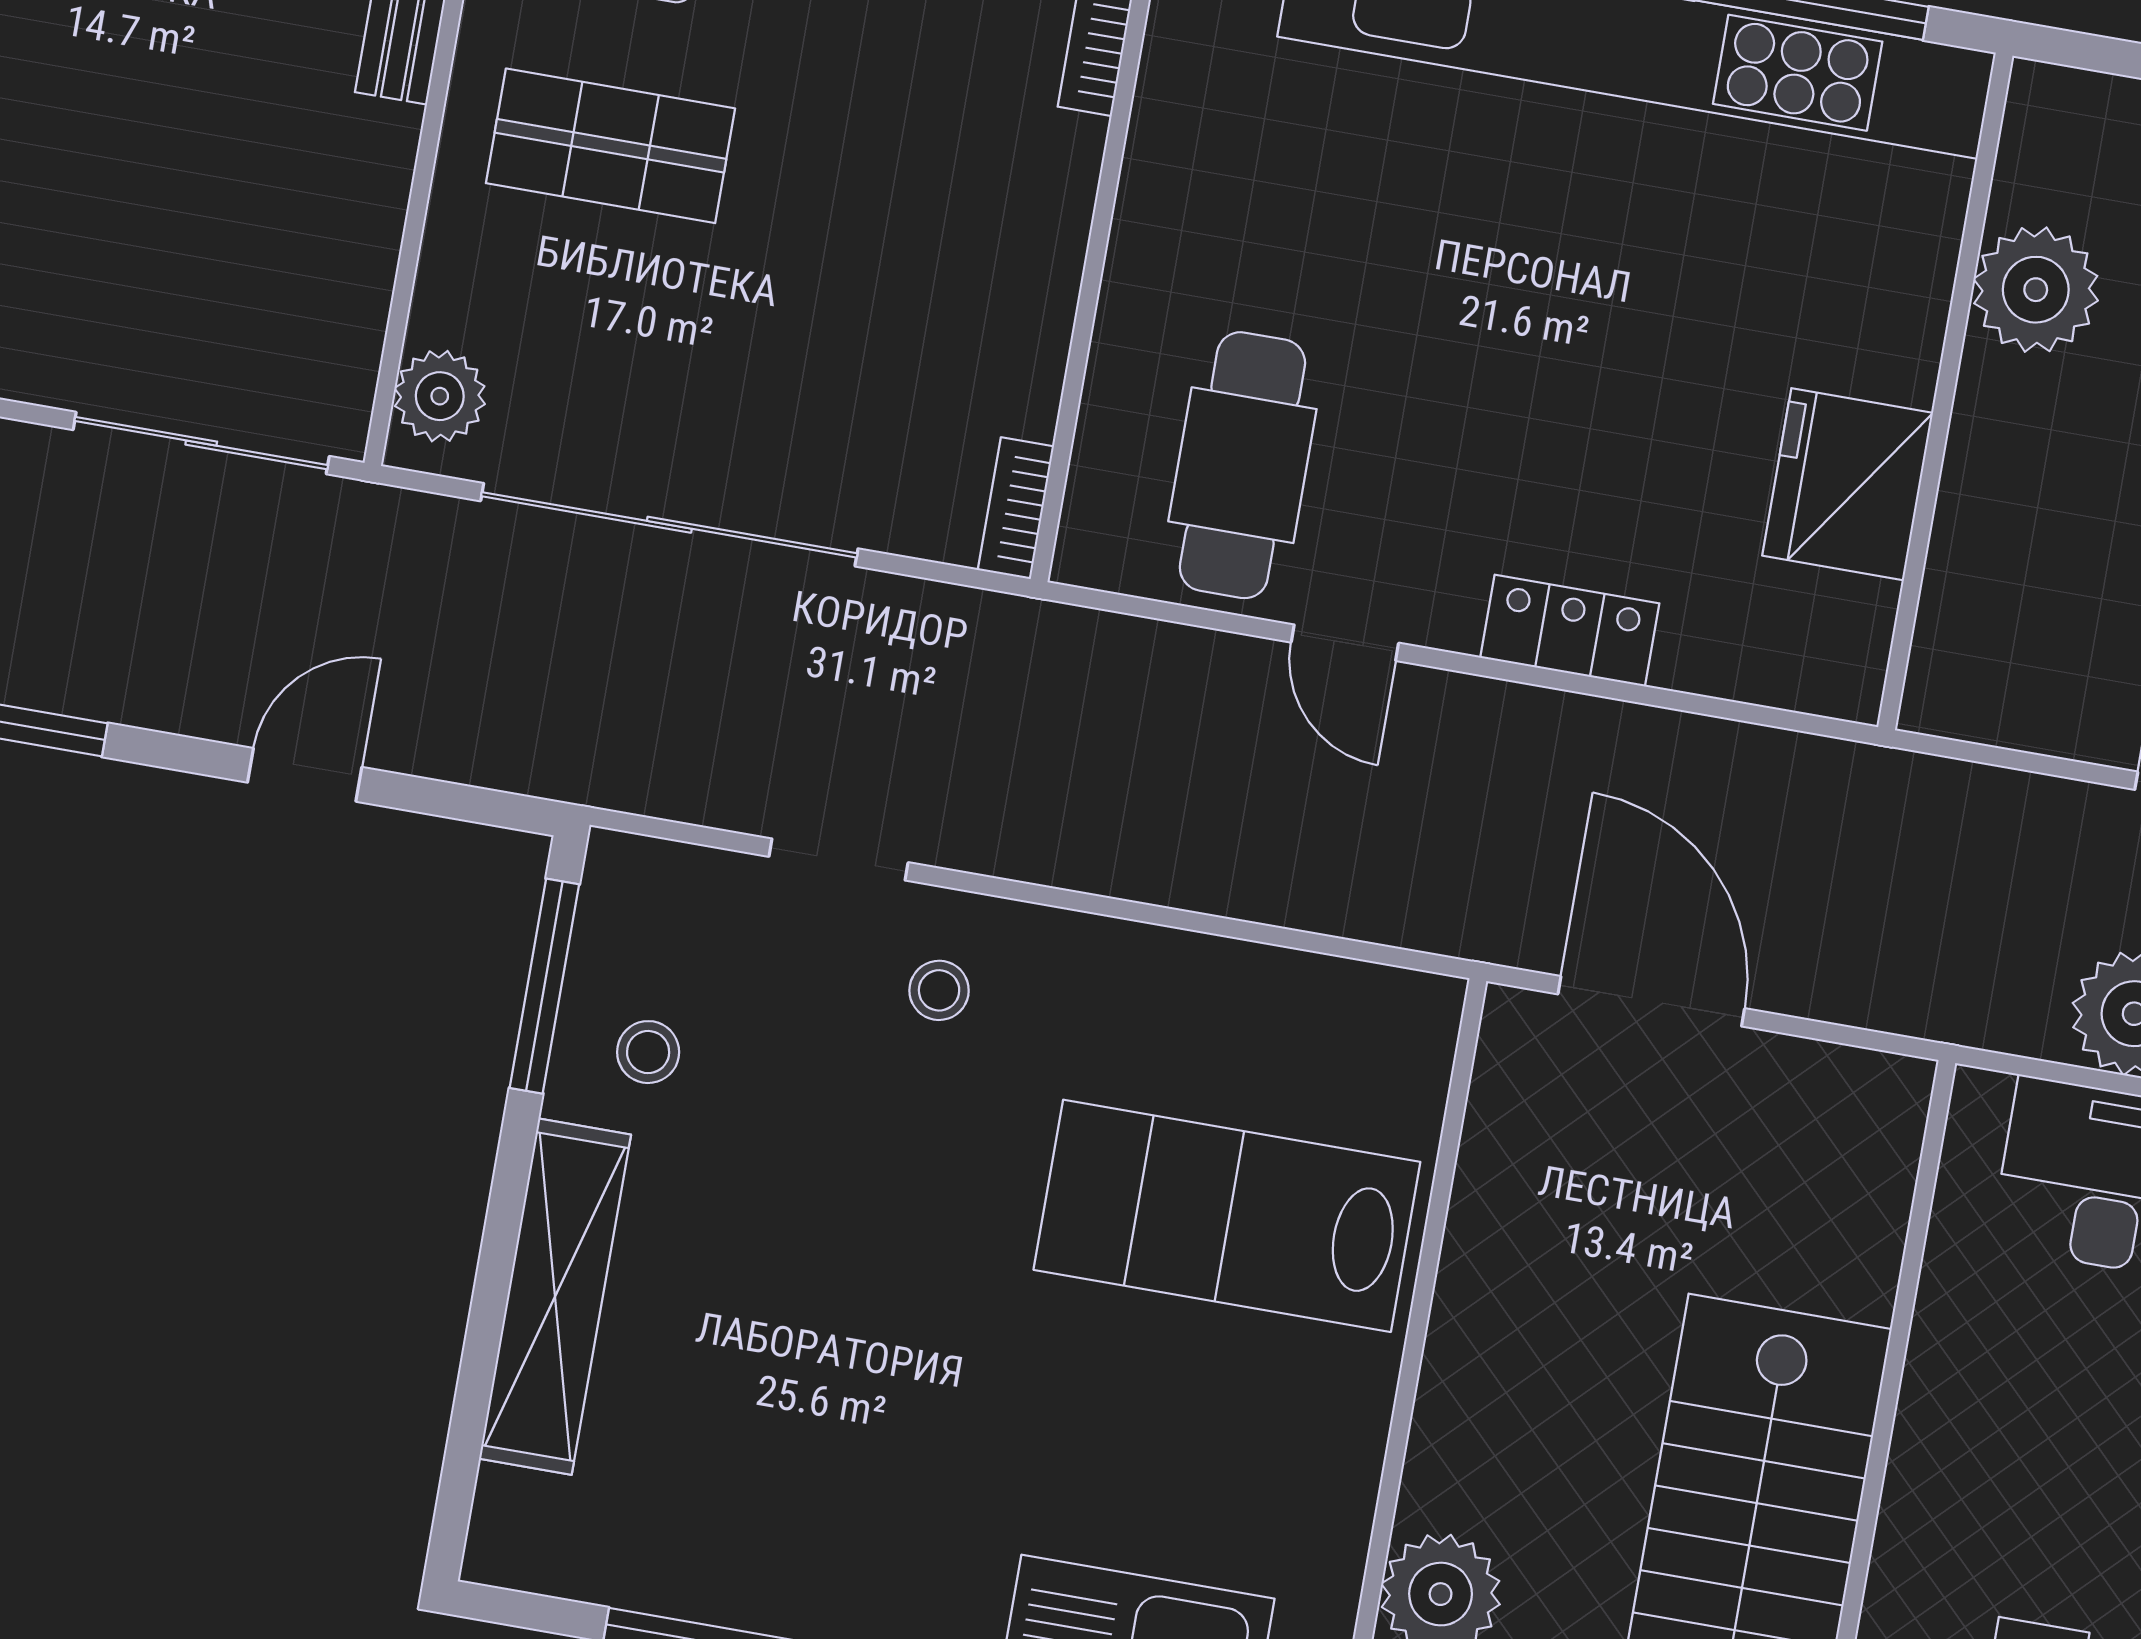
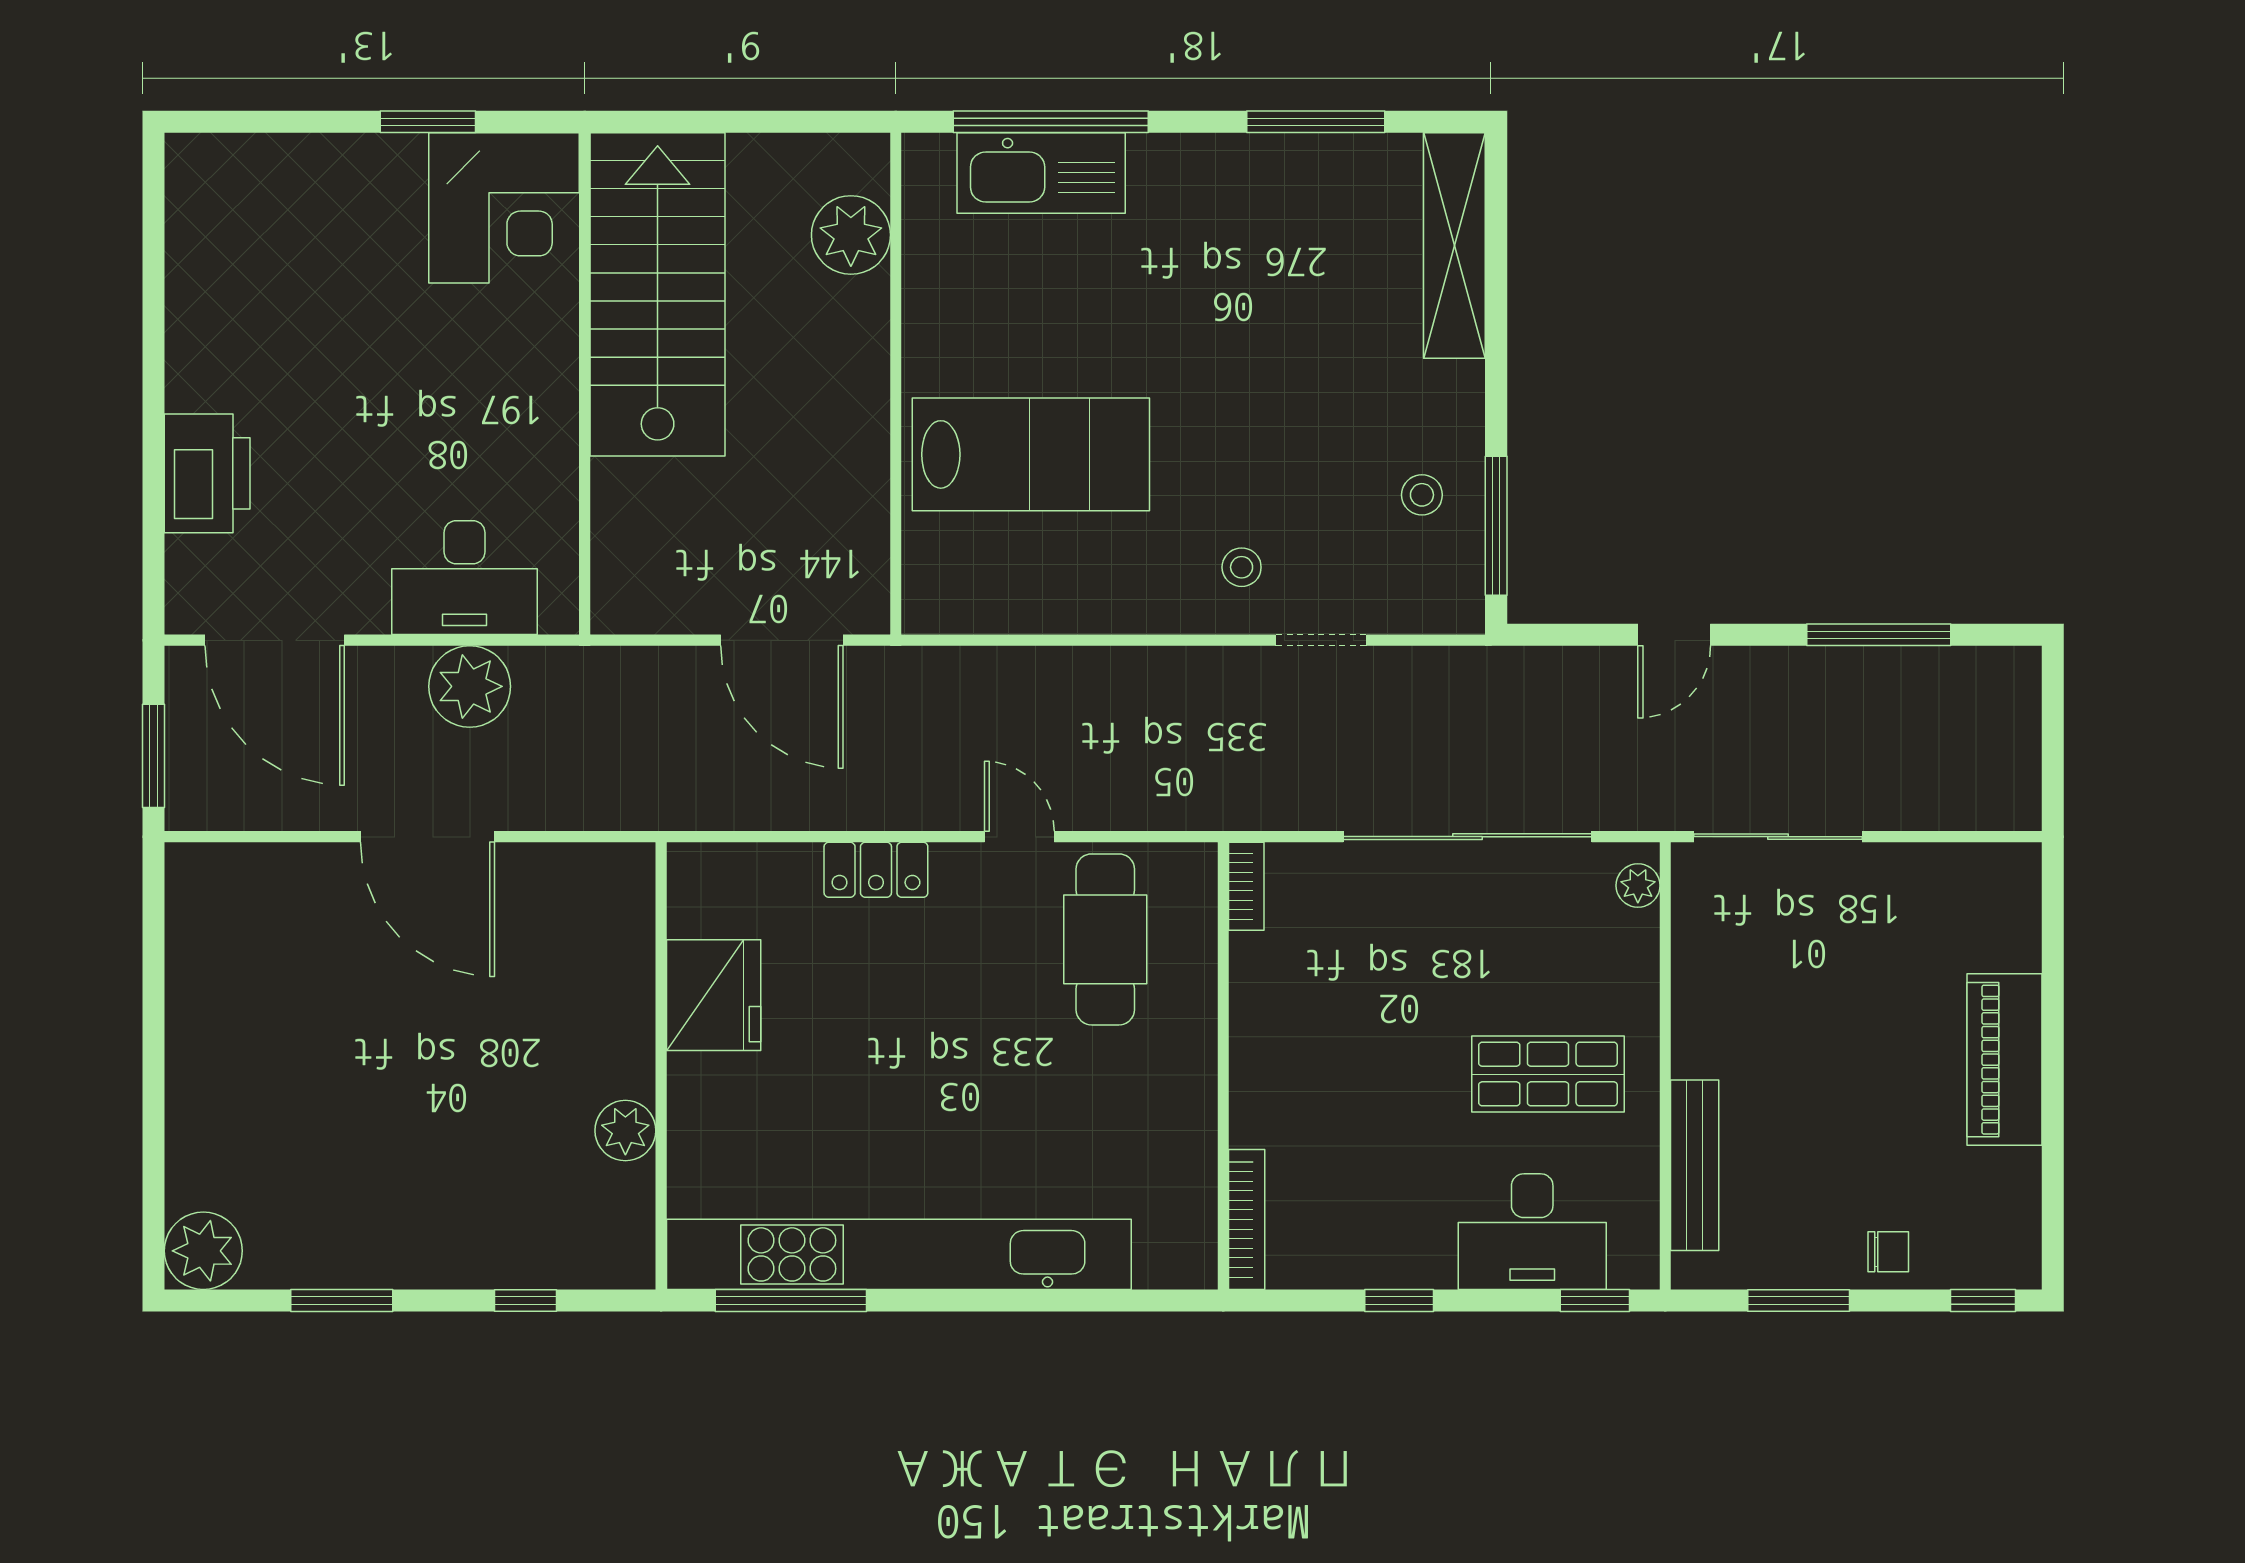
plant: (2036, 290) -> (625, 1131), width x0.73, depth x0.73
plant: (440, 396) -> (1638, 886), width x0.73, depth x0.73
shelving: (555, 1297) -> (1454, 245), moved

